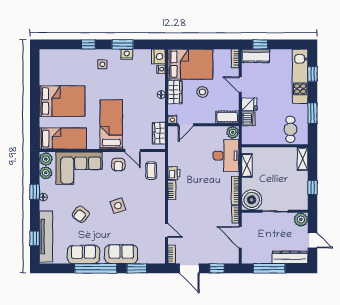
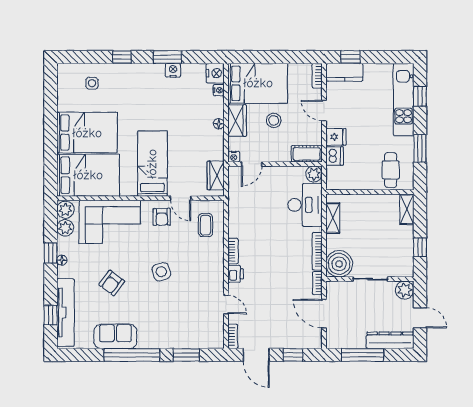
side table: (102, 64) -> (92, 83), moved
bed: (63, 139) -> (88, 175), width x1.50
printer: (174, 173) -> (236, 274), moved
sofa: (121, 254) -> (165, 336), removed

